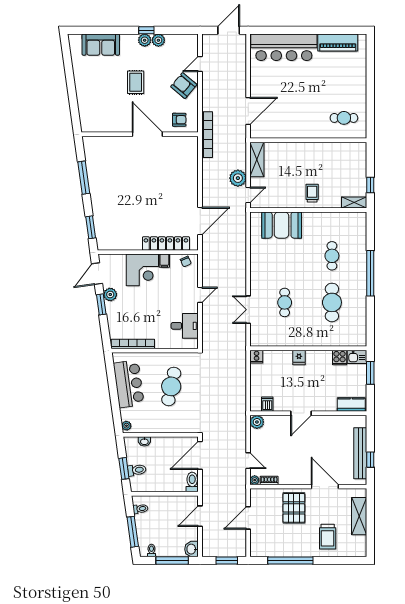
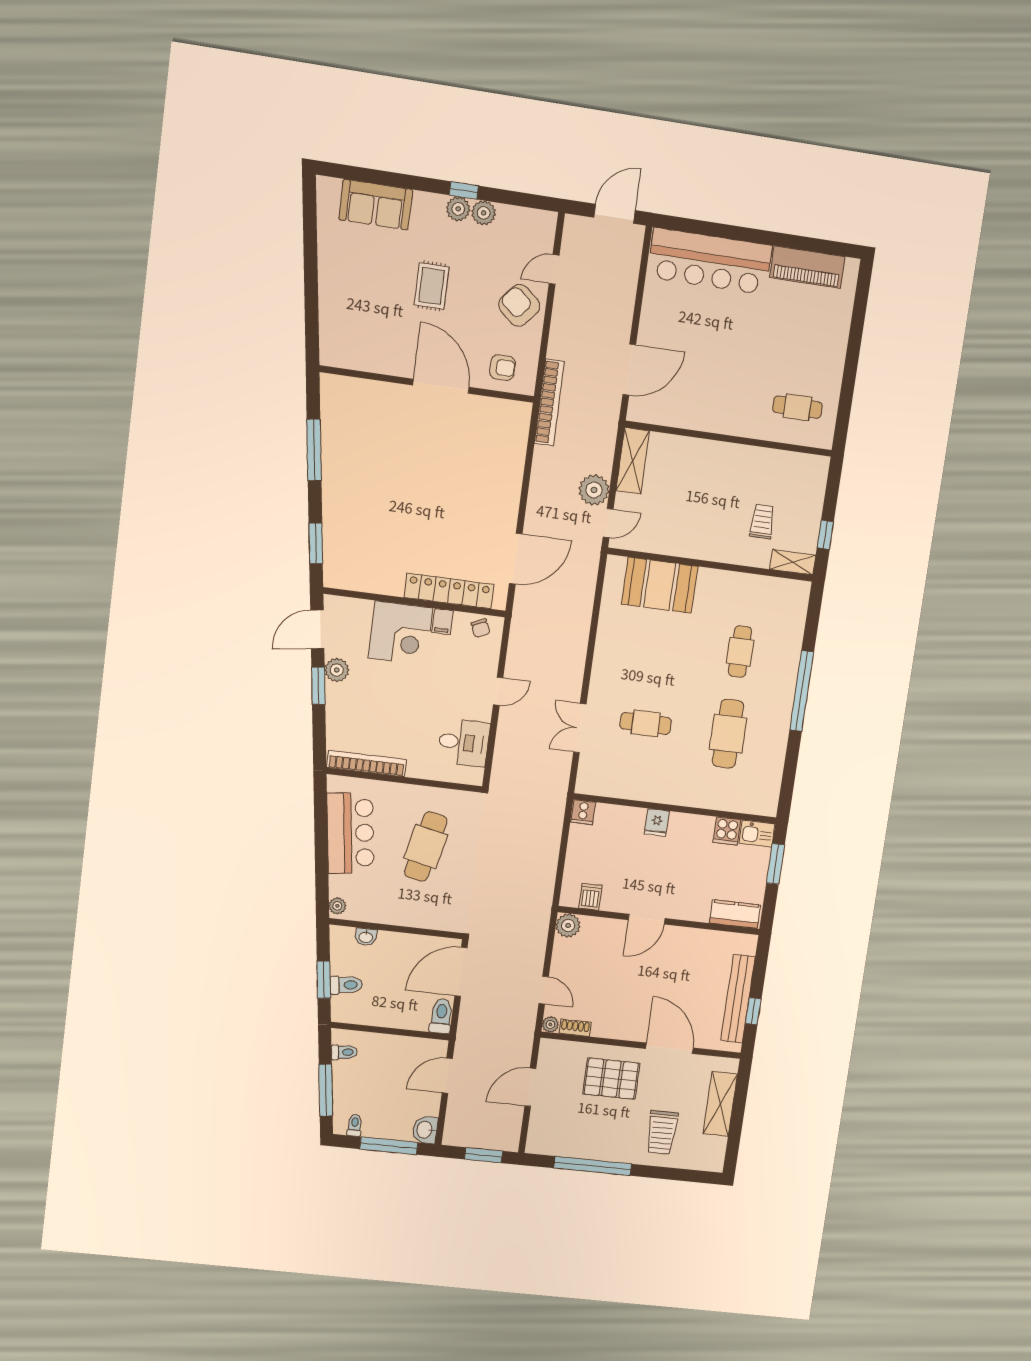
trolley: (312, 193) -> (762, 522), moved
cafe table: (285, 302) -> (646, 723), turned 90
pallet: (294, 508) -> (611, 1079), turned 90

